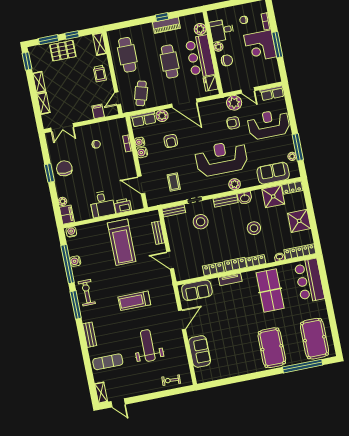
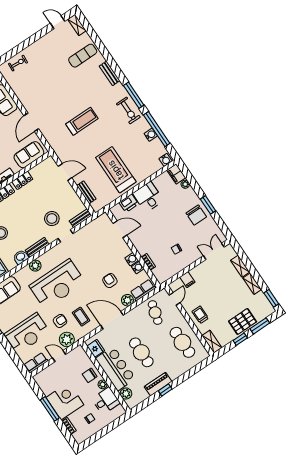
coffee table: (174, 182) -> (81, 317), moved
weight bench: (148, 345) -> (53, 86), removed

